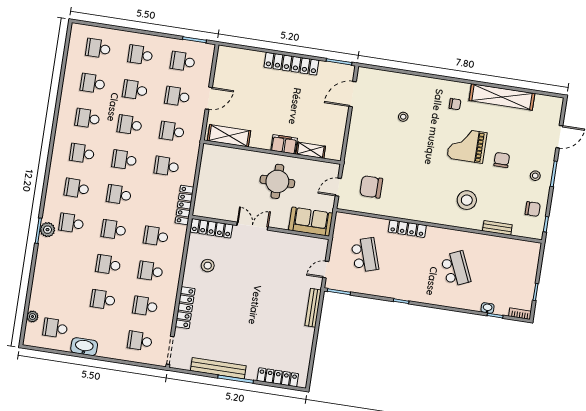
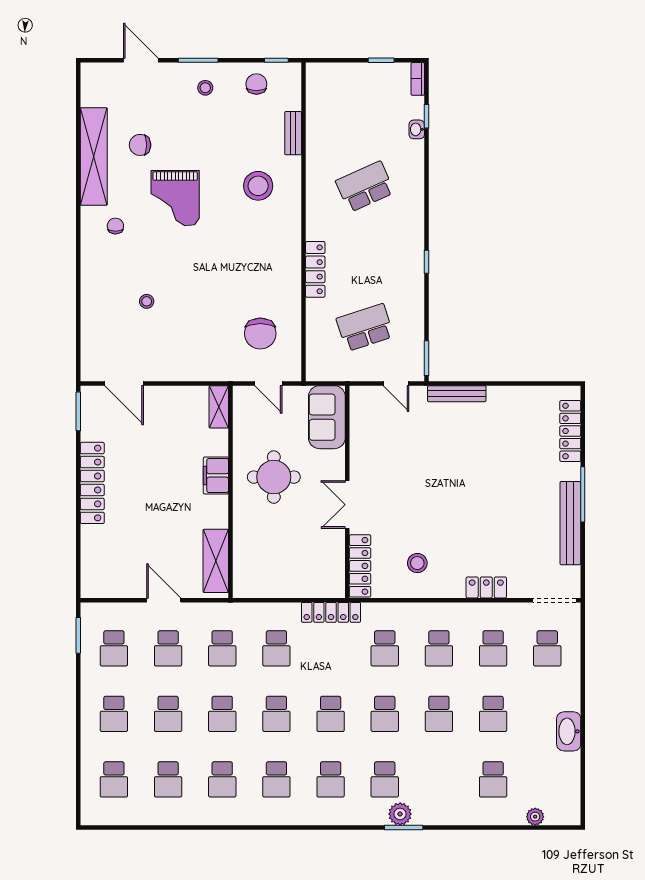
shelving: (311, 150) -> (219, 407), moved
chair: (502, 160) -> (140, 145), moved
locker: (185, 308) -> (486, 587), width x0.66
school desk: (55, 328) -> (493, 779), moved

